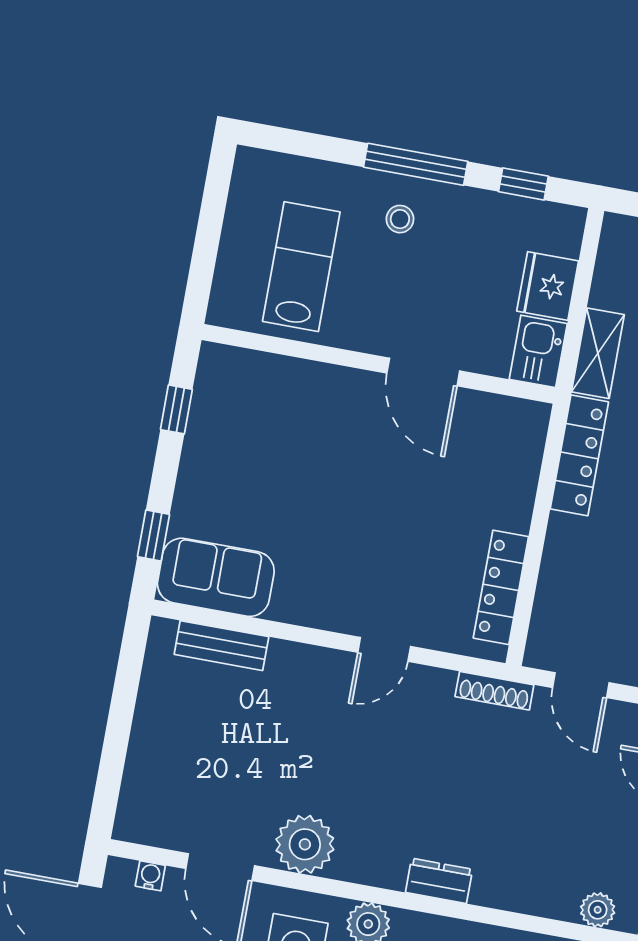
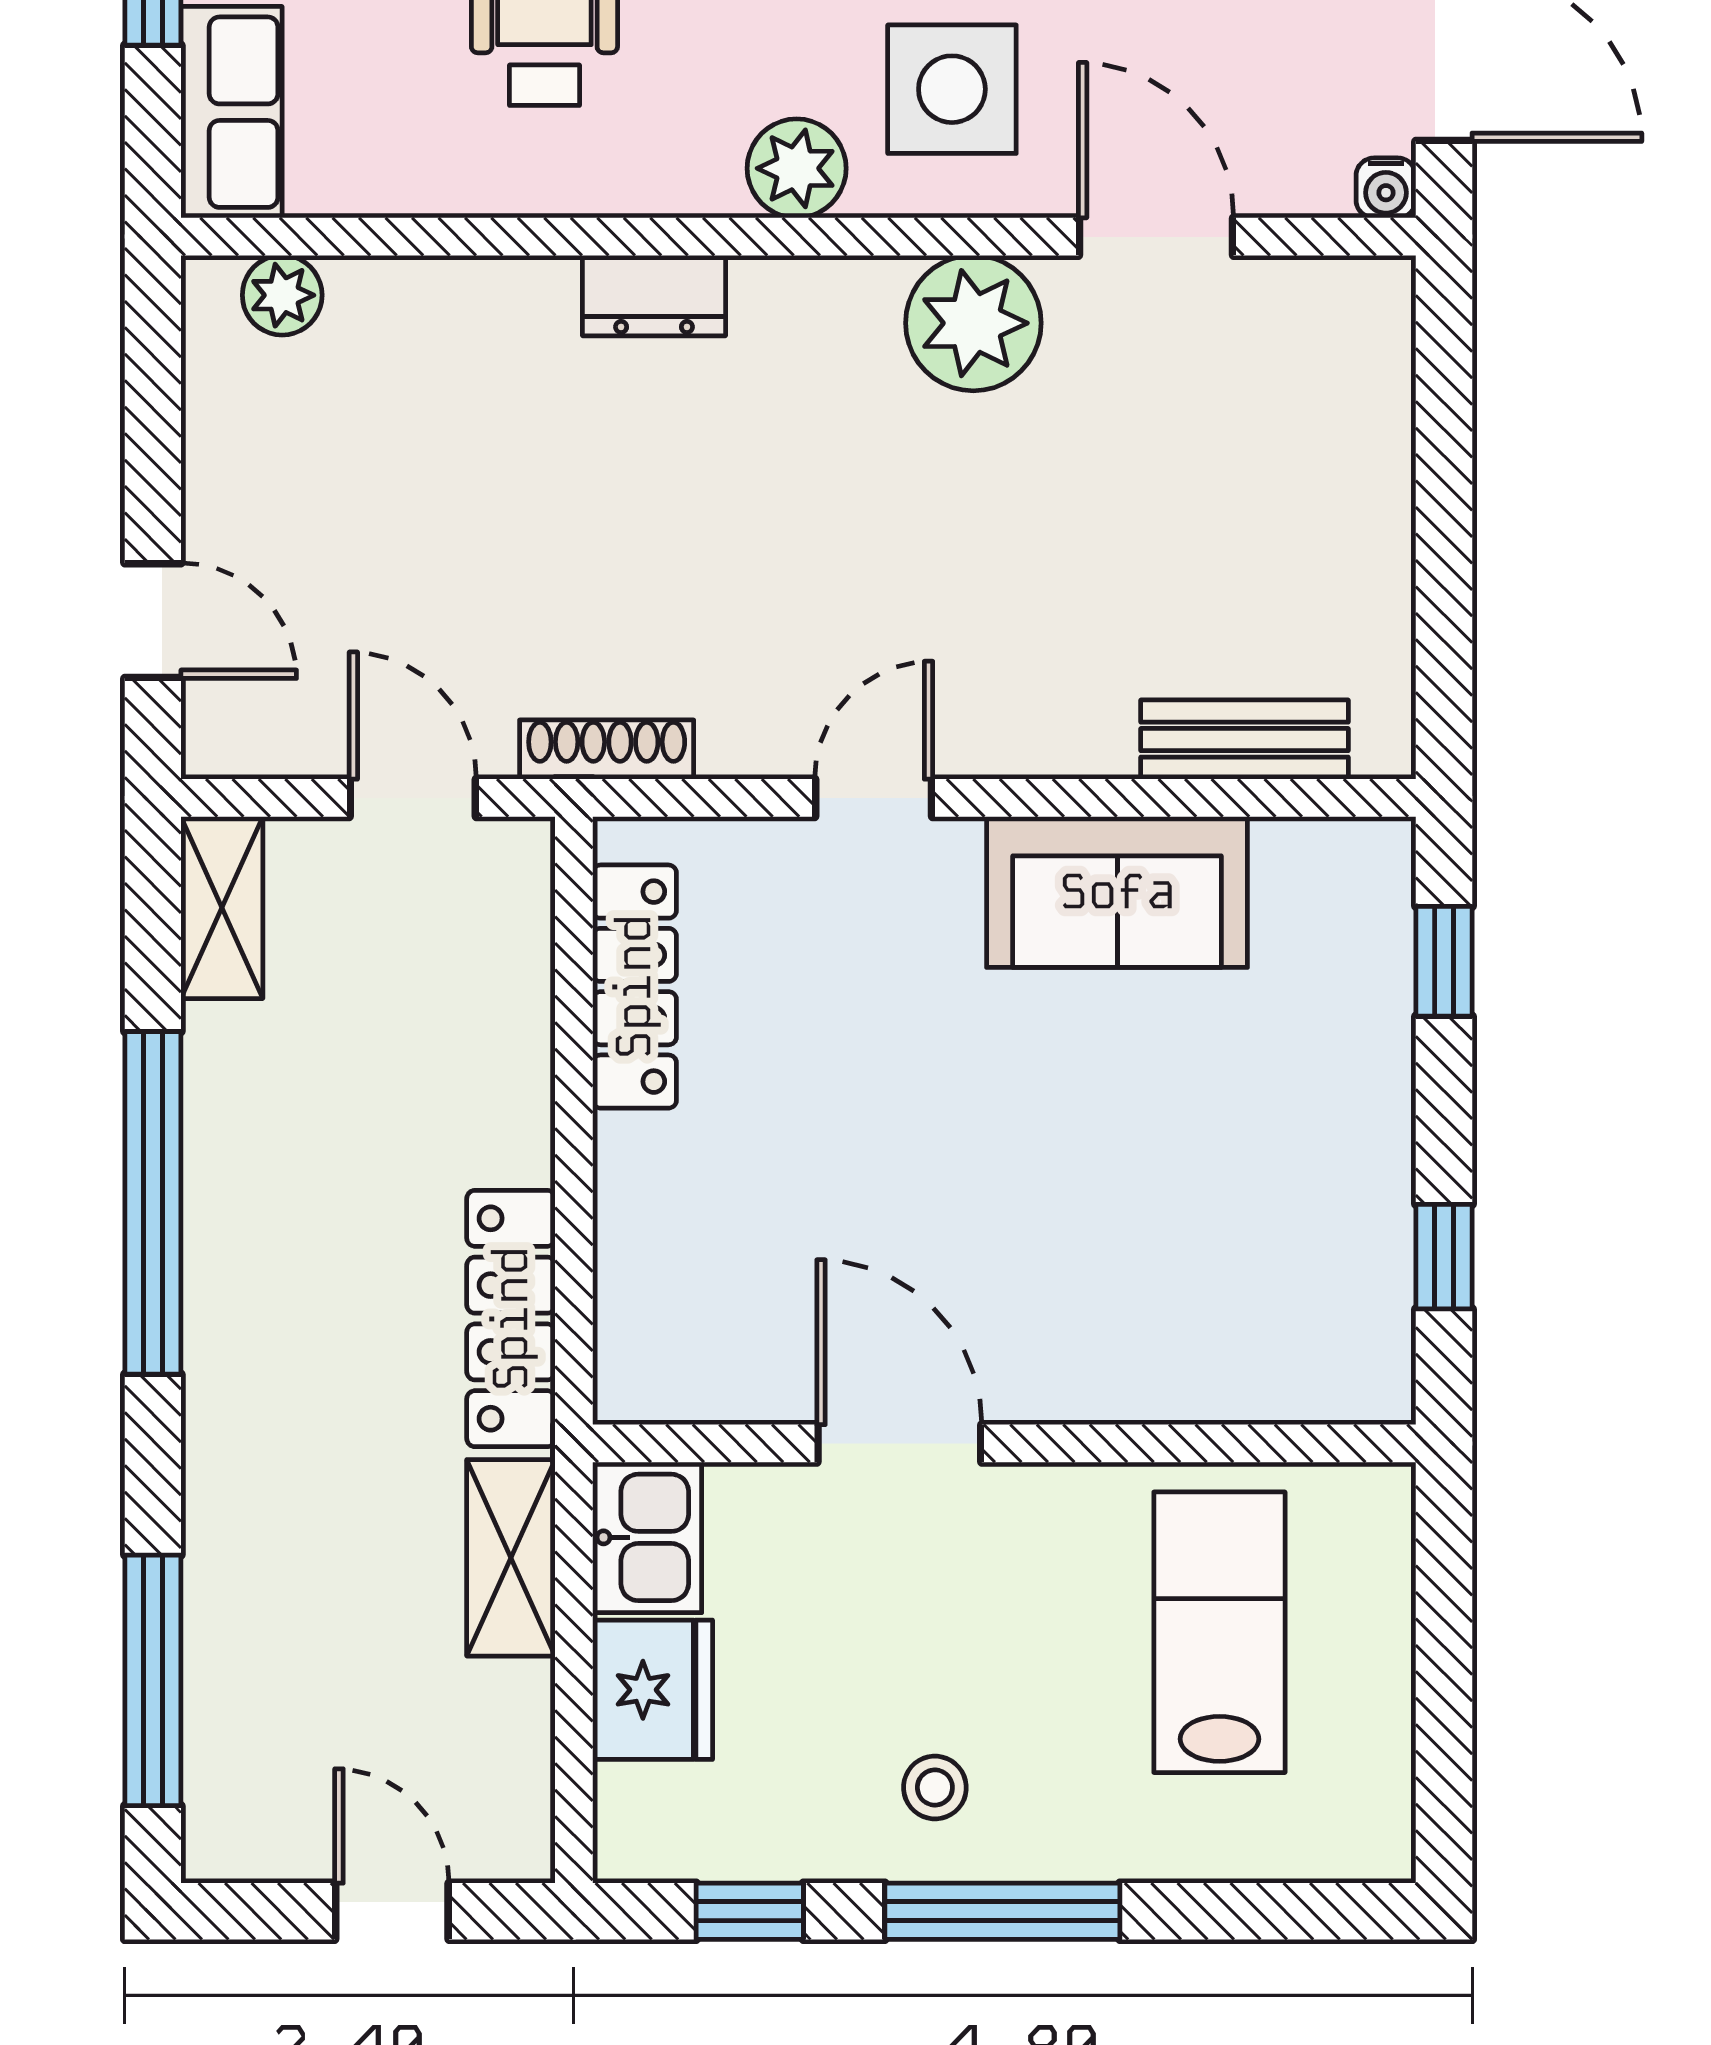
stool: (400, 219) -> (935, 1788), moved
lab bench: (301, 267) -> (1219, 1632), turned 180
sofa: (216, 577) -> (1117, 892), moved
water cooler: (150, 876) -> (1386, 188), moved

